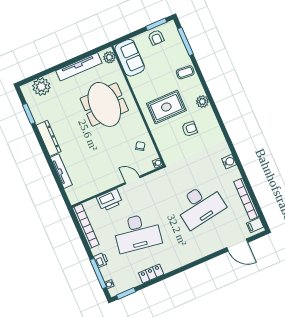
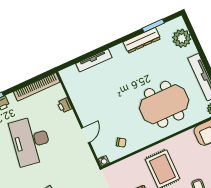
dresser: (49, 138) -> (142, 40), moved
printer: (110, 200) -> (65, 105), width x0.53, depth x0.68

